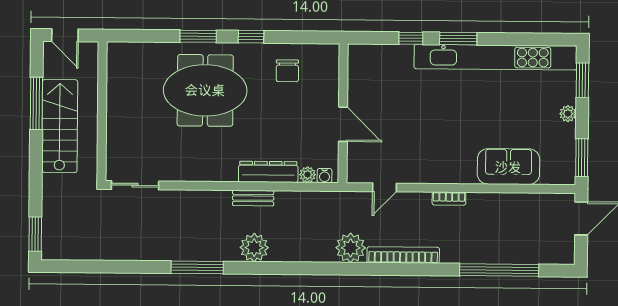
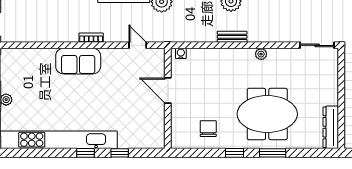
window: (458, 39) -> (85, 153), width x0.67
sofa: (508, 167) -> (78, 61), moved
dresser: (268, 172) -> (331, 127), moved, turned 90
plant: (308, 175) -> (261, 54), moved
door: (385, 187) -> (138, 45), hinge flipped

